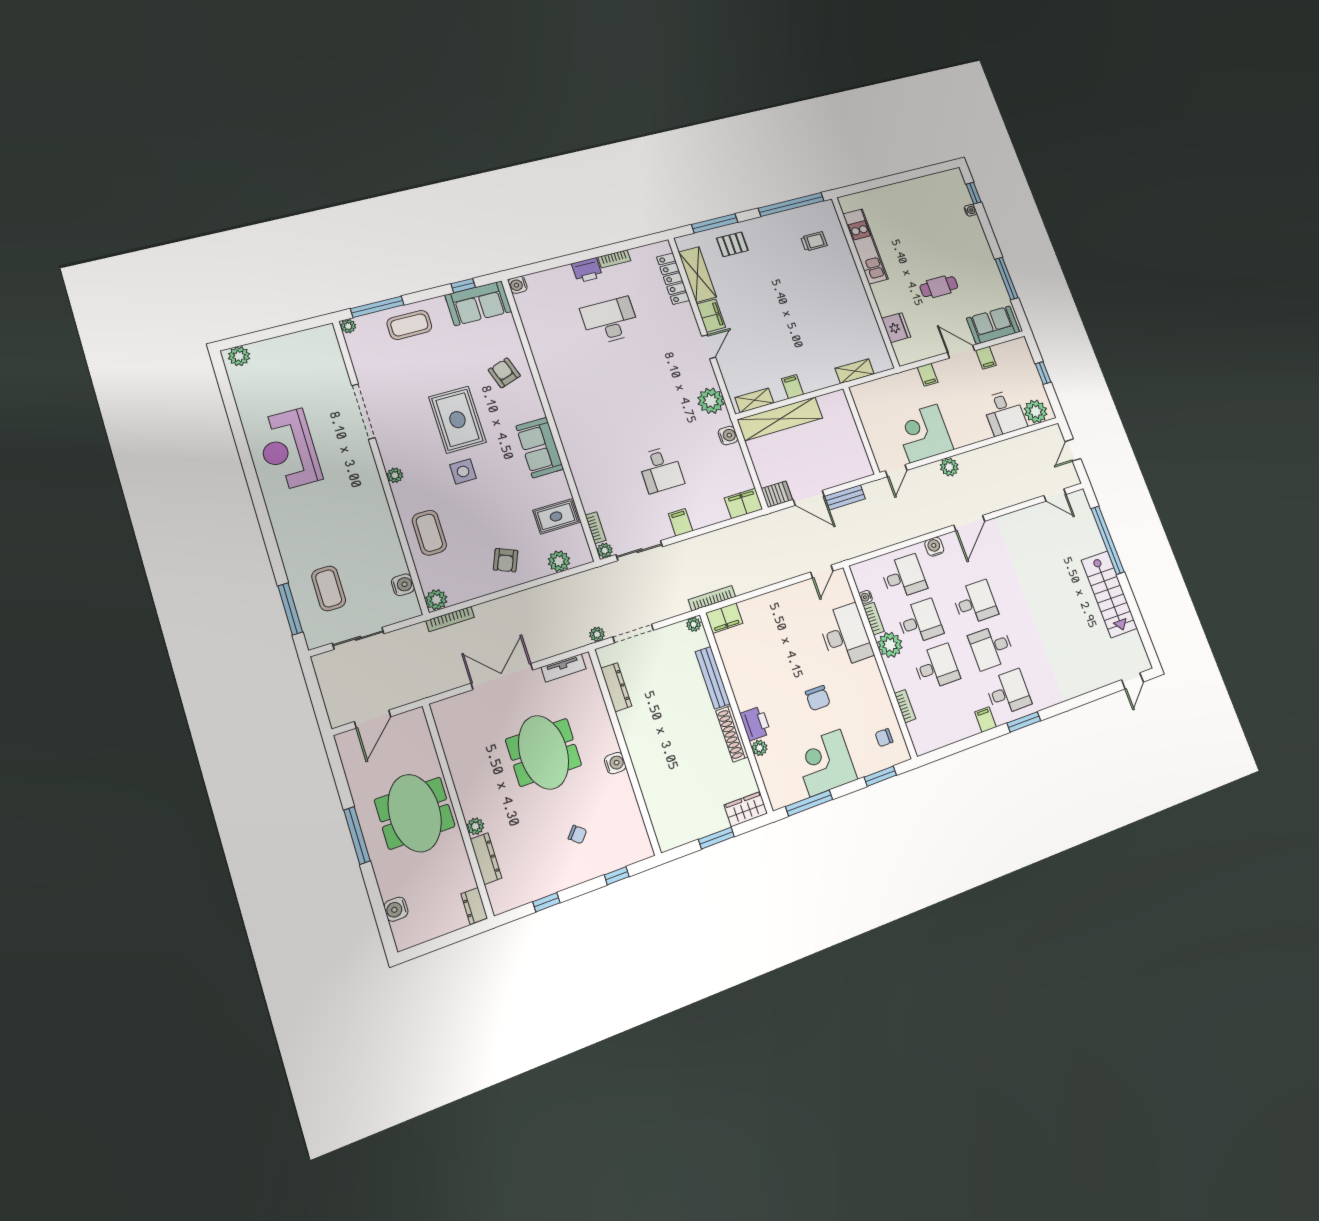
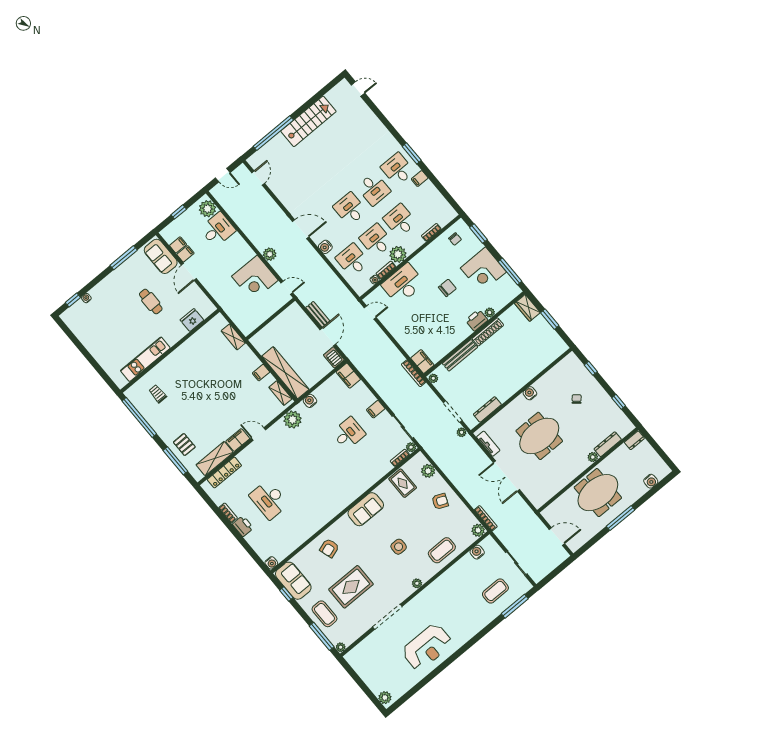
filing cabinet: (928, 375) -> (178, 245), moved
rug: (457, 420) -> (351, 587), moved

